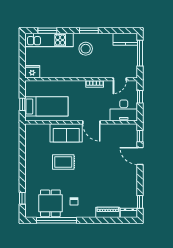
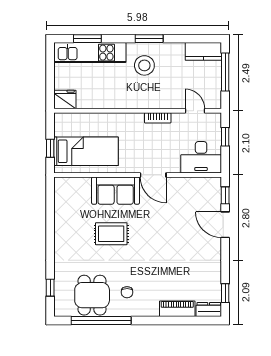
door: (120, 79) -> (195, 111), swing flipped

